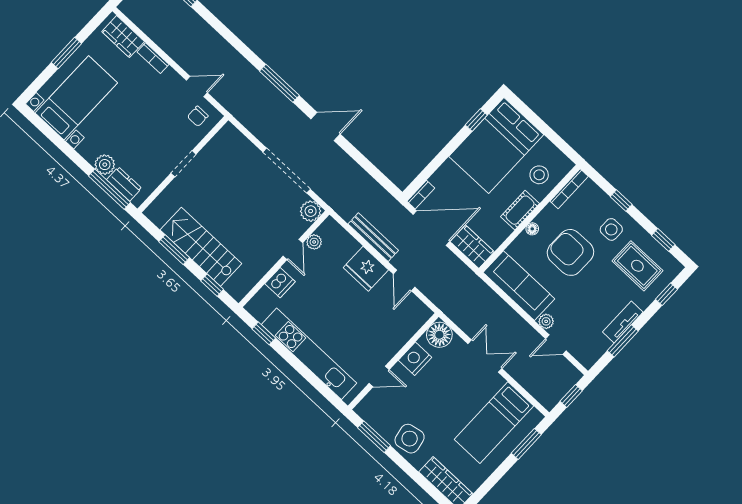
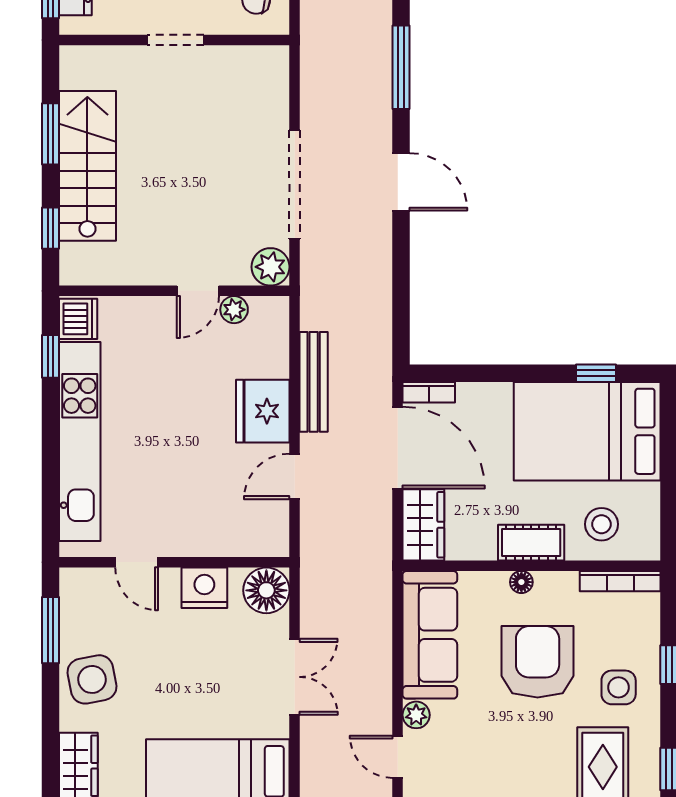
dishwasher: (280, 283) -> (78, 319), moved, turned -90

